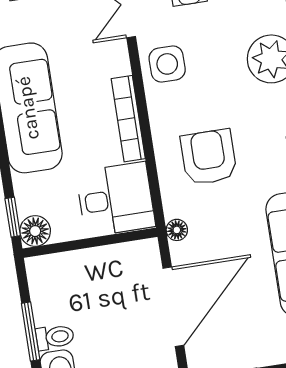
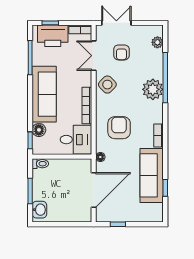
side table: (167, 64) -> (107, 85), turned 45
floor lamp: (35, 231) -> (39, 130), moved
toilet: (55, 337) -> (40, 164), moved

